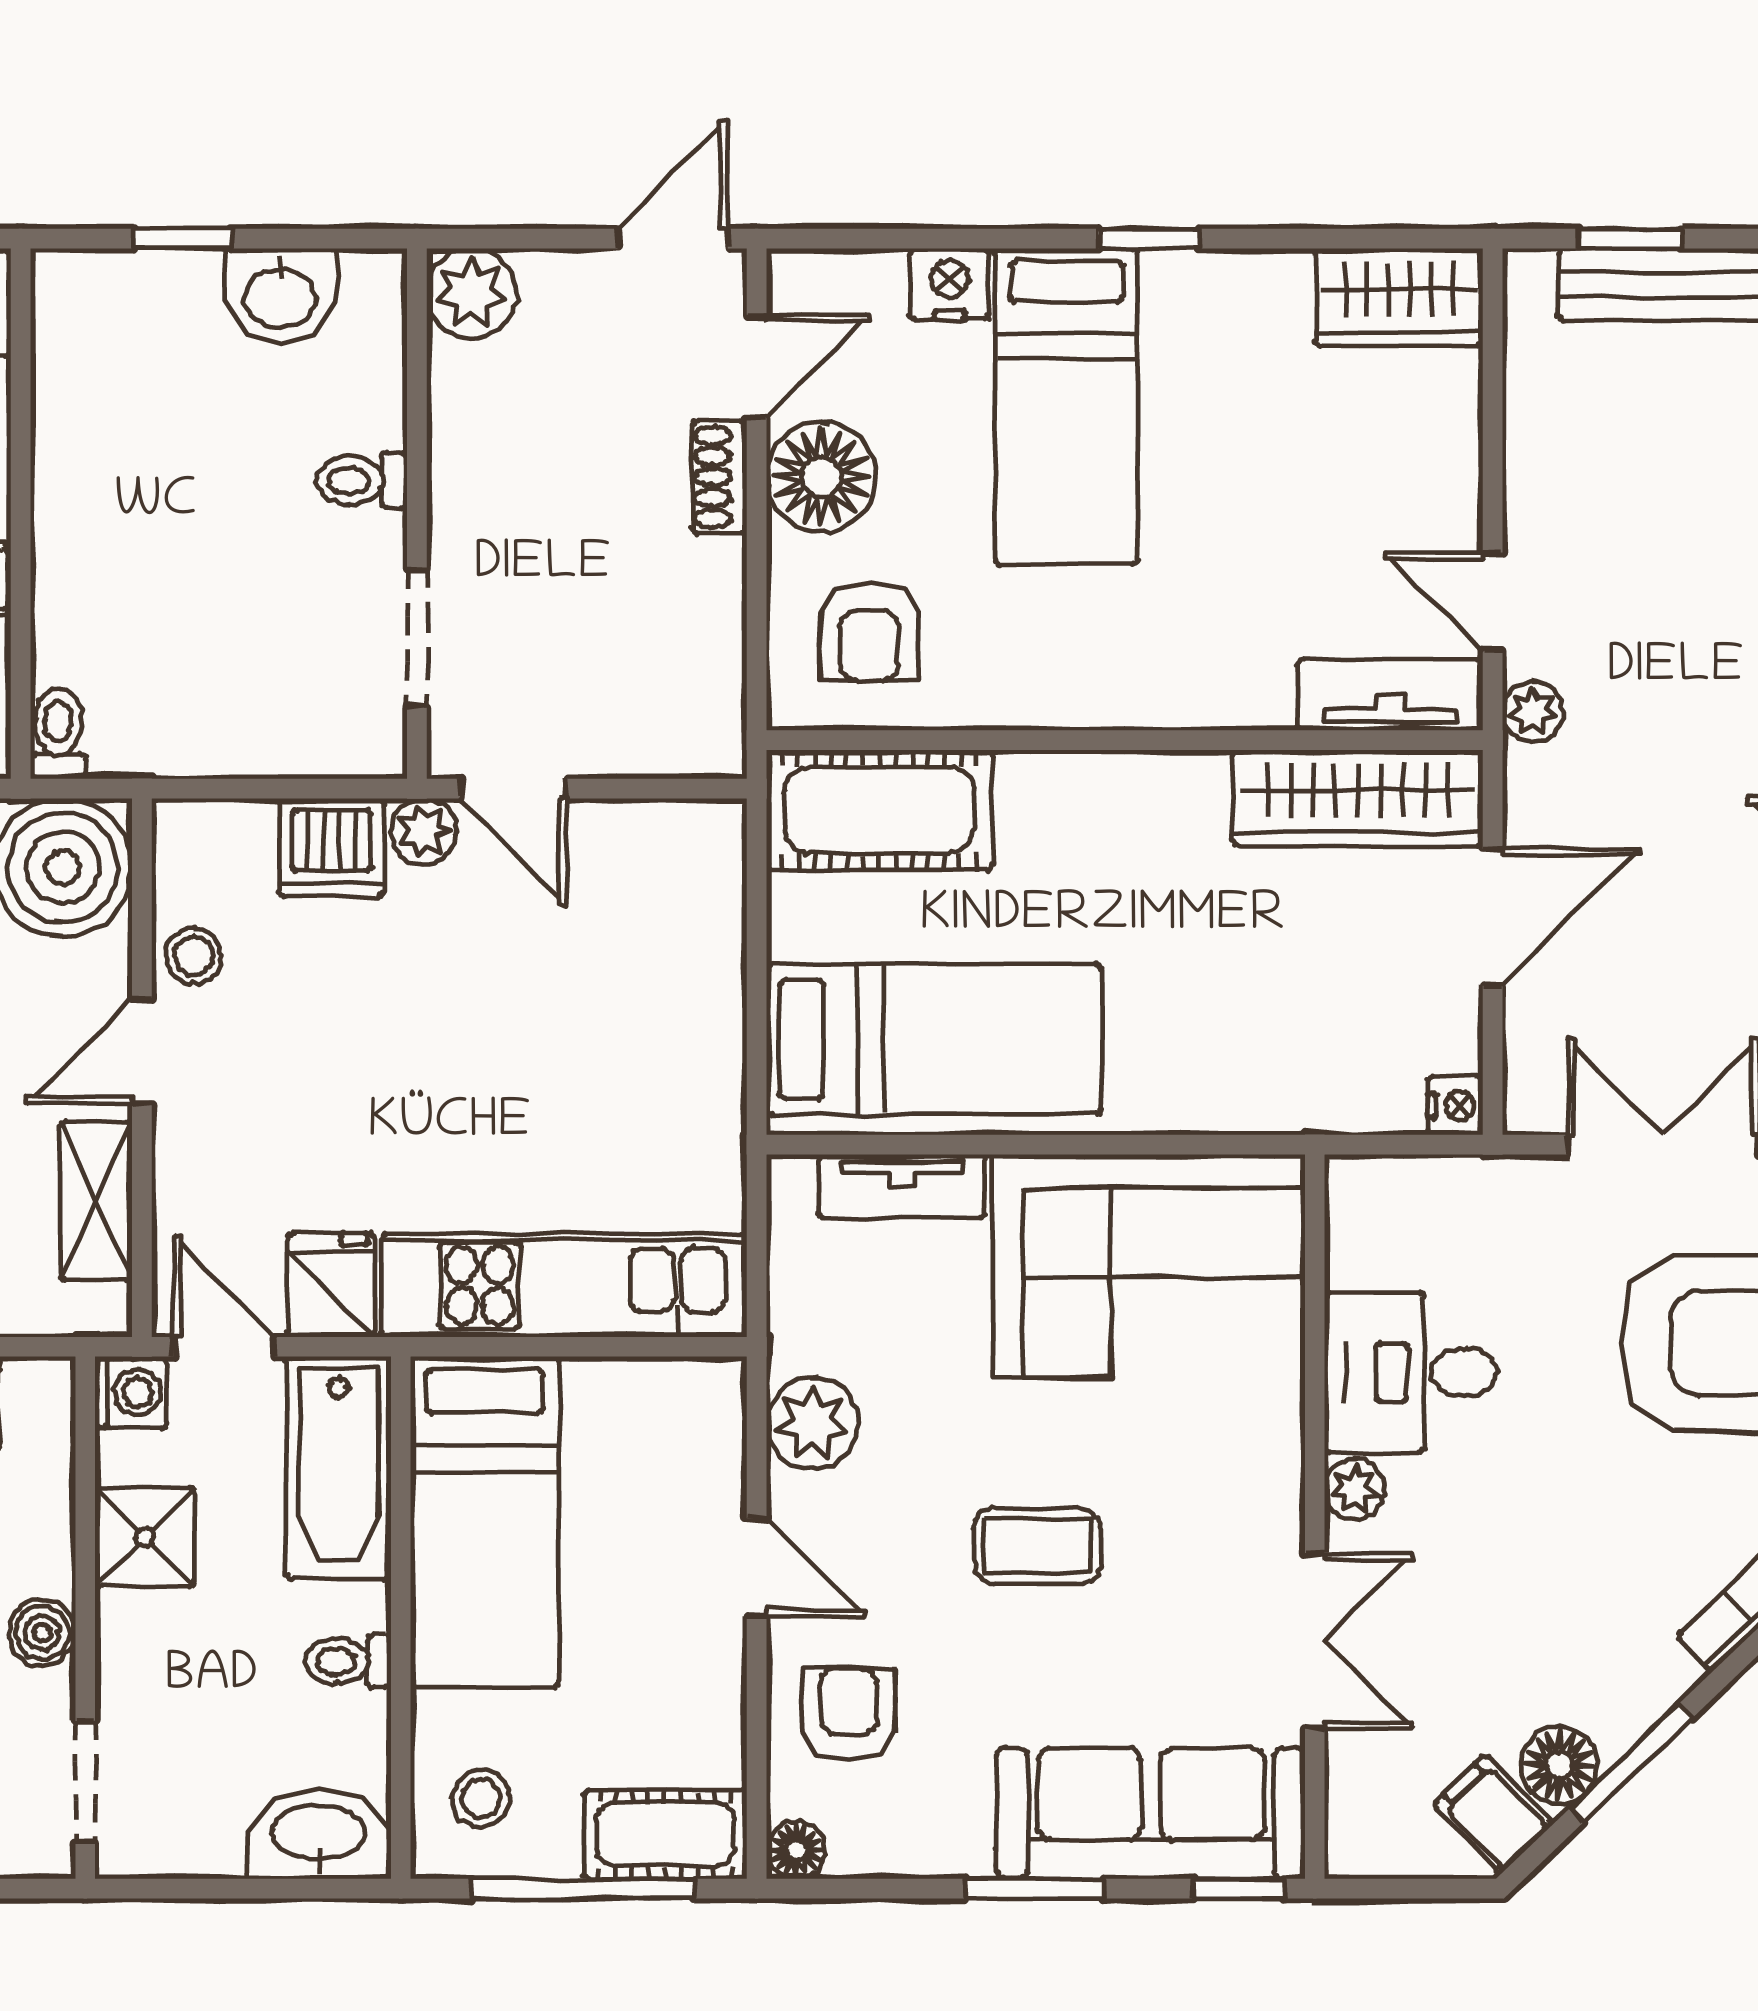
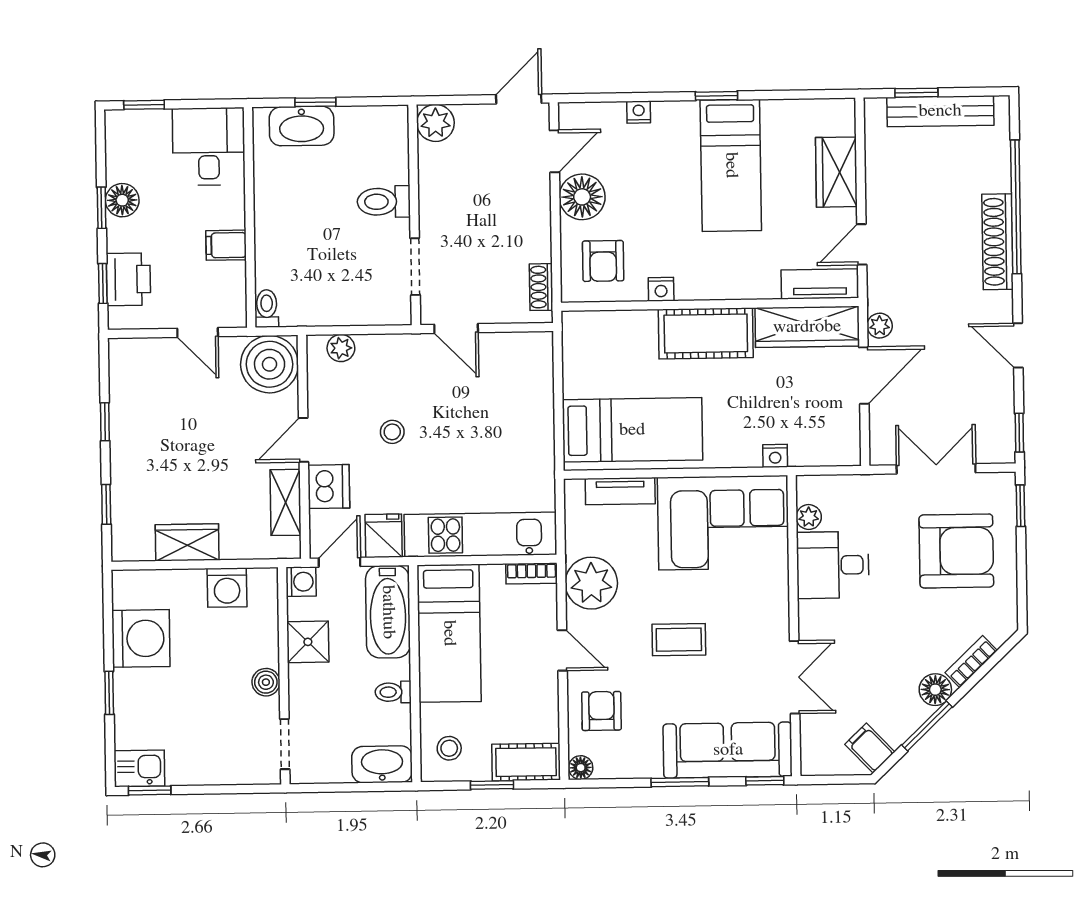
nightstand: (950, 284) -> (639, 112), width x0.72, depth x0.74
washbasin: (280, 296) -> (302, 126), moved, width x1.38
wardrobe: (1399, 297) -> (836, 172), moved, turned 90
bed: (1066, 407) -> (731, 165), moved
shoe rack: (720, 477) -> (541, 287), moved
toilet: (362, 481) -> (384, 202), width x1.37, depth x1.39
door: (1493, 602) -> (862, 244), hinge flipped
nightstand: (1008, 702) -> (661, 289), added
plant: (1532, 712) -> (880, 326), moved
cot: (879, 810) -> (706, 333), moved
plant: (424, 831) -> (341, 348), moved
dishwasher: (332, 848) -> (329, 487), moved, turned -90
stool: (194, 956) -> (392, 432), moved
nightstand: (1455, 1106) -> (775, 456), moved, turned 90
door: (224, 1347) -> (340, 562), hinge flipped
bookcase: (685, 1381) -> (532, 573), added
plant: (812, 1423) -> (591, 583), width x1.36, depth x1.36
plant: (1355, 1489) -> (809, 517), moved
floor lamp: (1559, 1765) -> (935, 690), moved
window: (582, 1889) -> (492, 785), width x0.46

